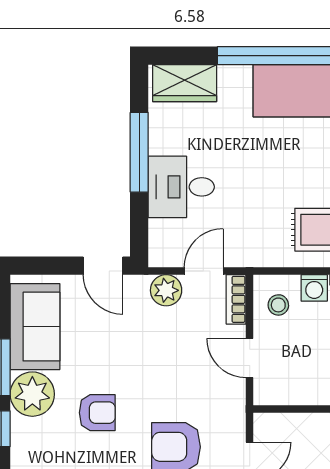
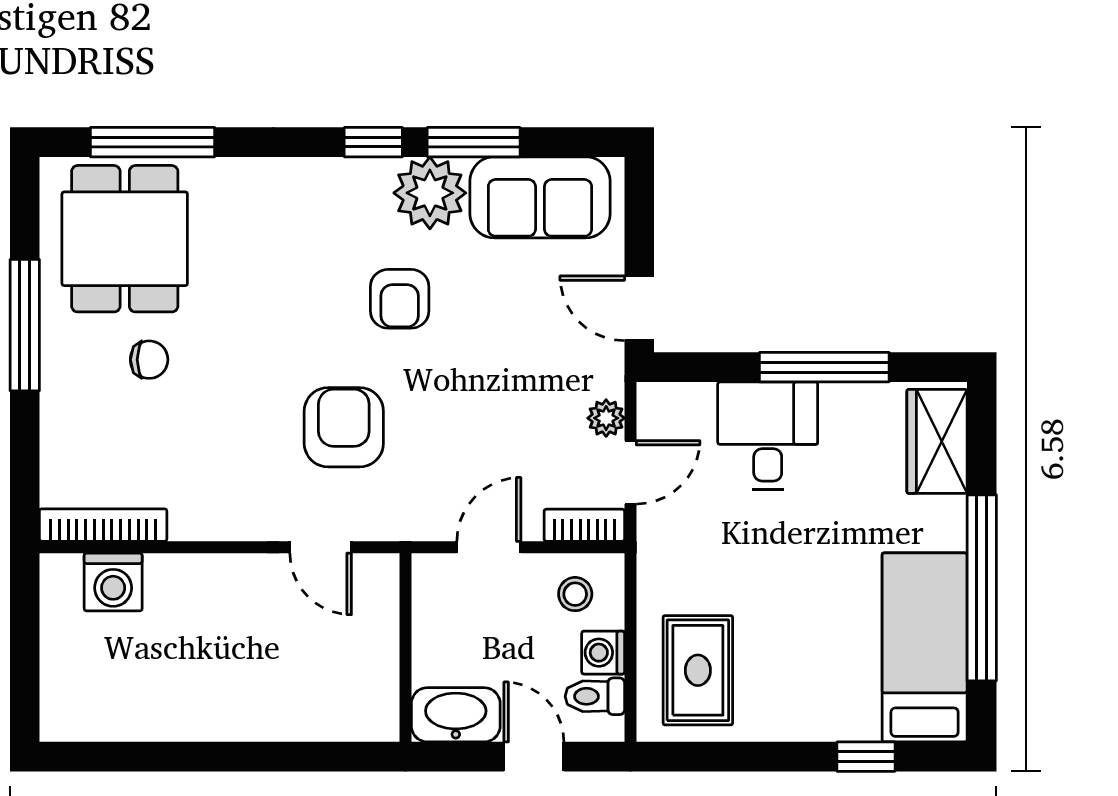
door: (103, 266) -> (639, 308), hinge flipped
door: (204, 271) -> (630, 472), hinge flipped
plant: (166, 290) -> (606, 418), width x0.73, depth x0.73

